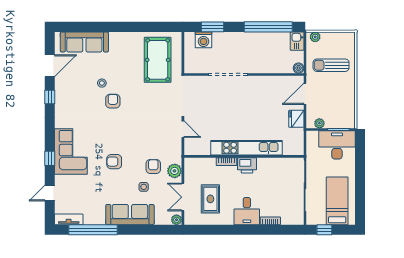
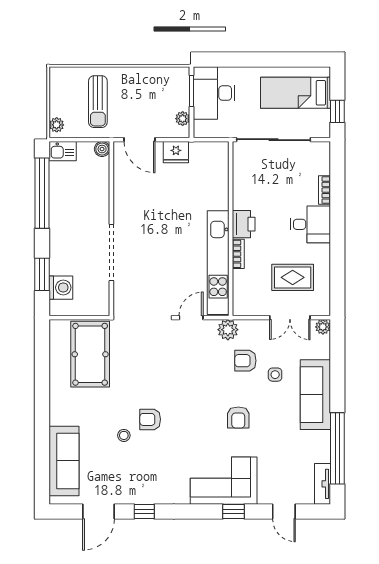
pool table: (158, 60) -> (90, 354), turned 90
door: (50, 66) -> (99, 511), swing flipped
kitchen unit: (246, 148) -> (218, 263), moved
plant: (175, 171) -> (228, 330), moved

